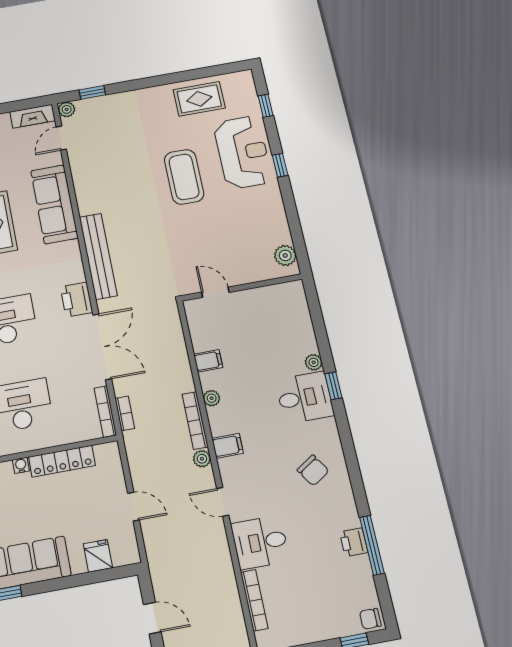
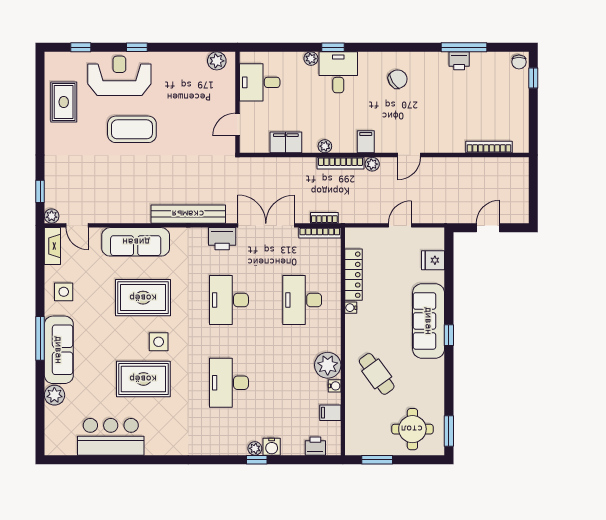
filing cabinet: (208, 361) -> (286, 142), width x2.00
desk: (260, 542) -> (260, 82), moved, turned 90

